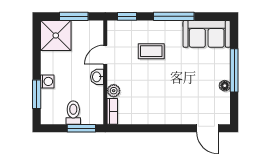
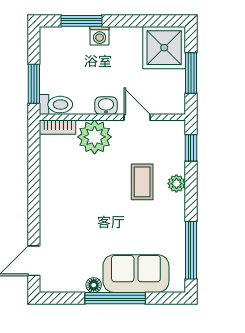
window: (174, 16) -> (191, 250), moved
plant: (152, 27) -> (176, 184), added
sofa: (207, 34) -> (136, 274), moved, turned 90
plant: (114, 91) -> (95, 137), width x1.88, depth x1.88
toilet: (73, 113) -> (56, 105), moved

